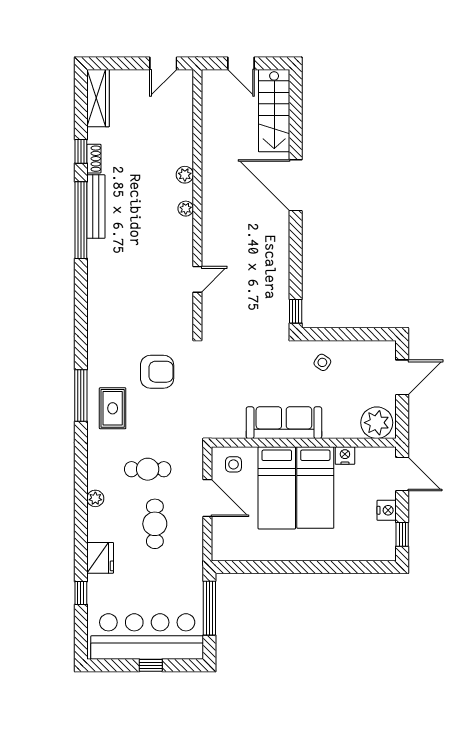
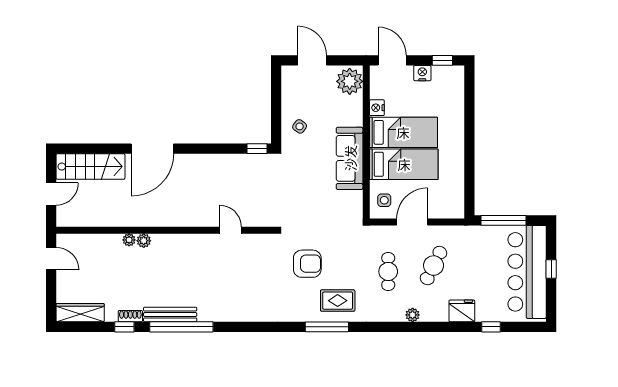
plant: (186, 209) -> (129, 240), moved
armchair: (157, 372) -> (307, 264), turned 90
door: (402, 474) -> (392, 60), hinge flipped
cafe table: (155, 524) -> (434, 266), turned -64

